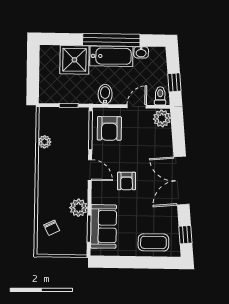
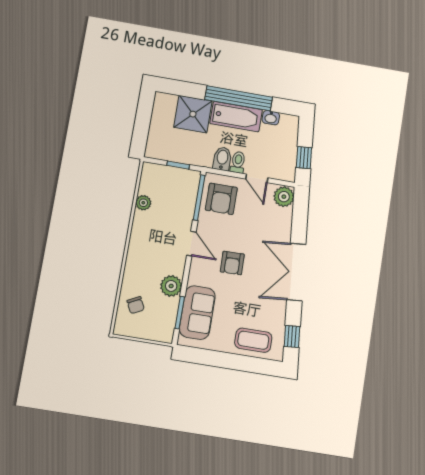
toilet: (160, 96) -> (238, 162), moved
door: (137, 106) -> (257, 178), swing flipped

